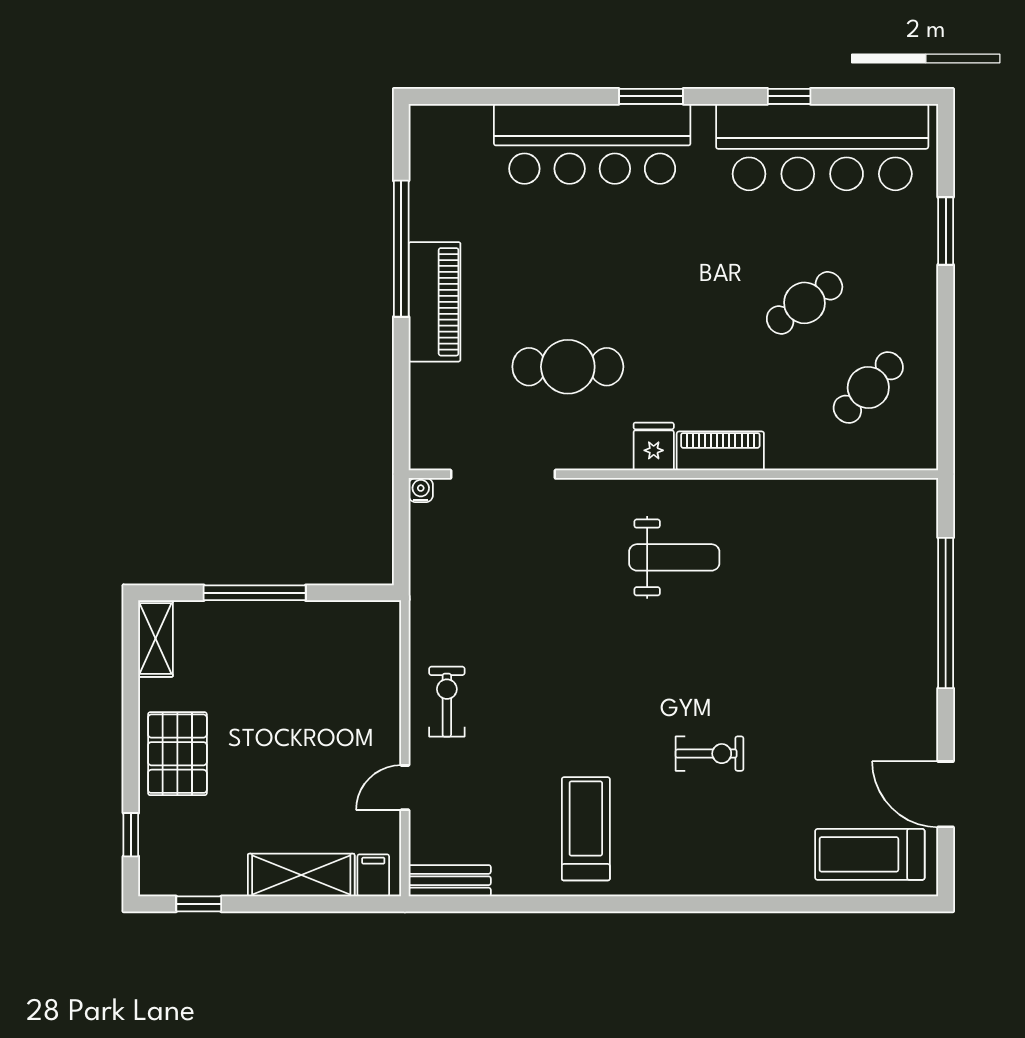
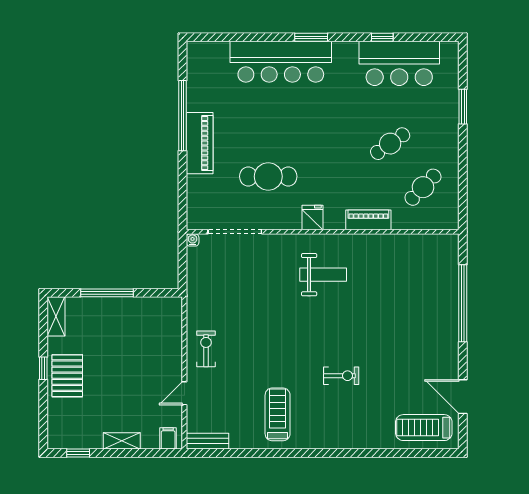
bar counter: (822, 147) -> (399, 63), width x0.73
piano: (720, 451) -> (368, 220), moved
window: (131, 835) -> (43, 368), moved
shelving: (301, 875) -> (122, 441), width x0.67, depth x0.75

